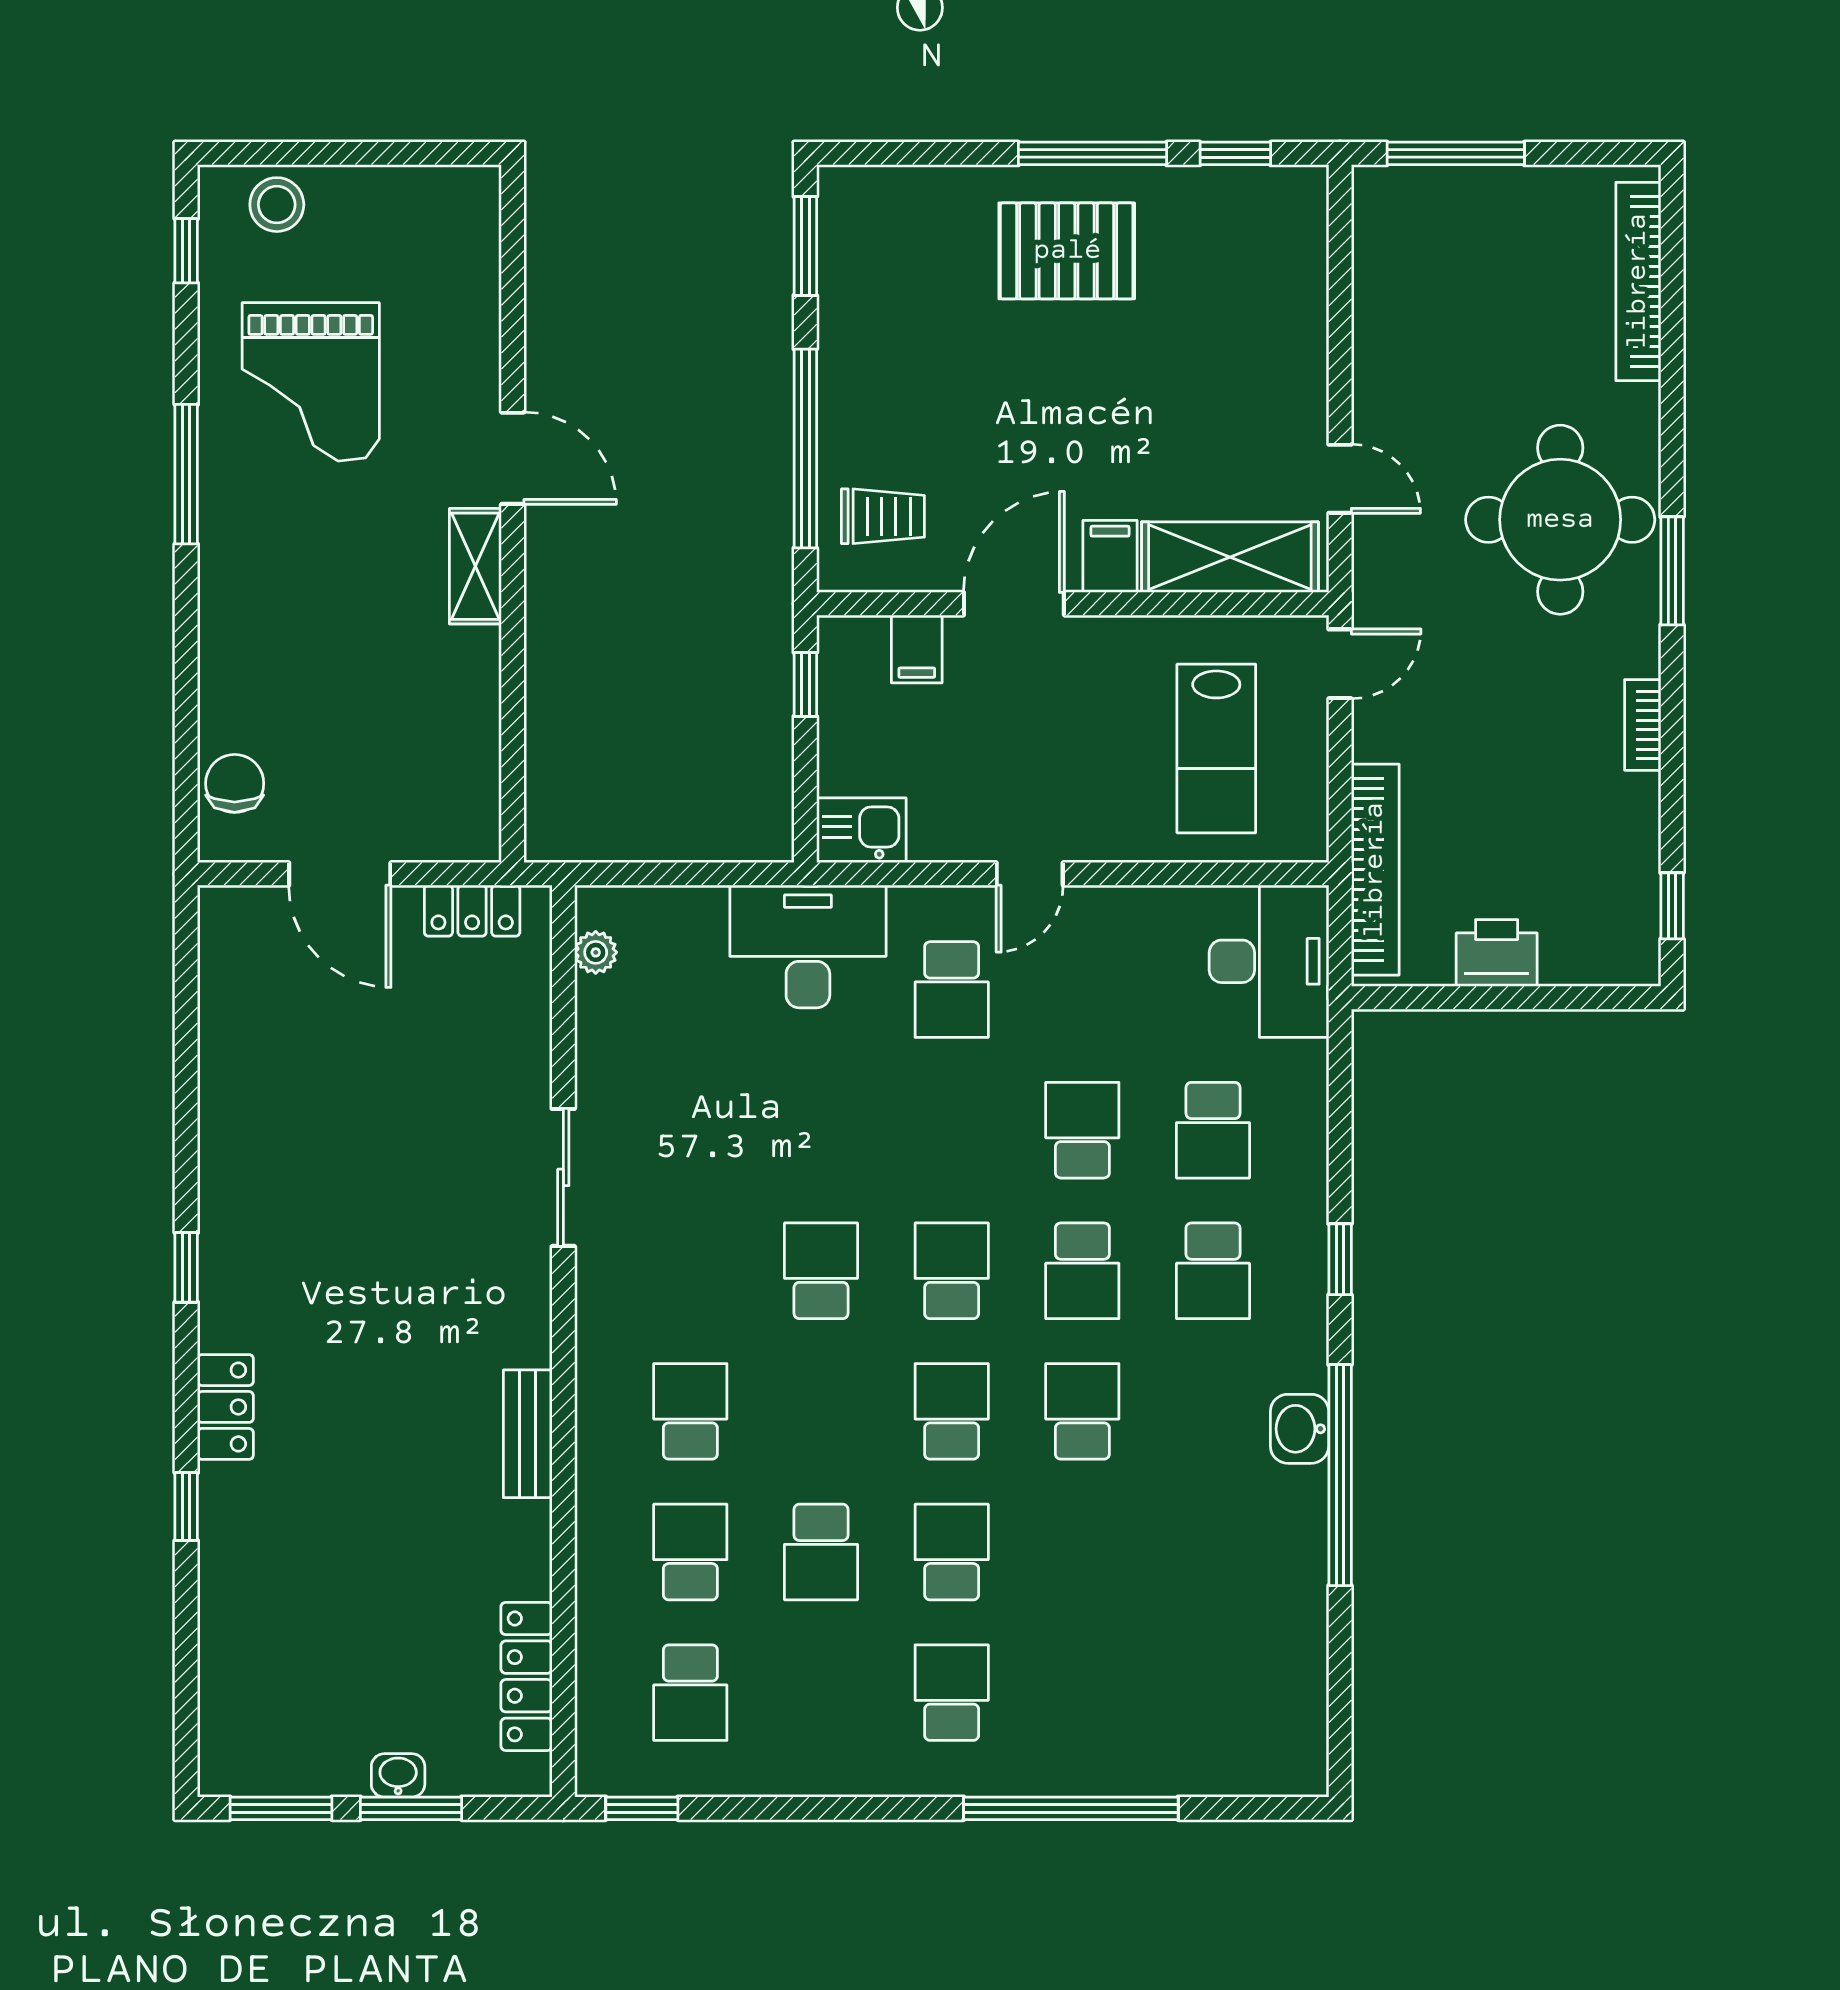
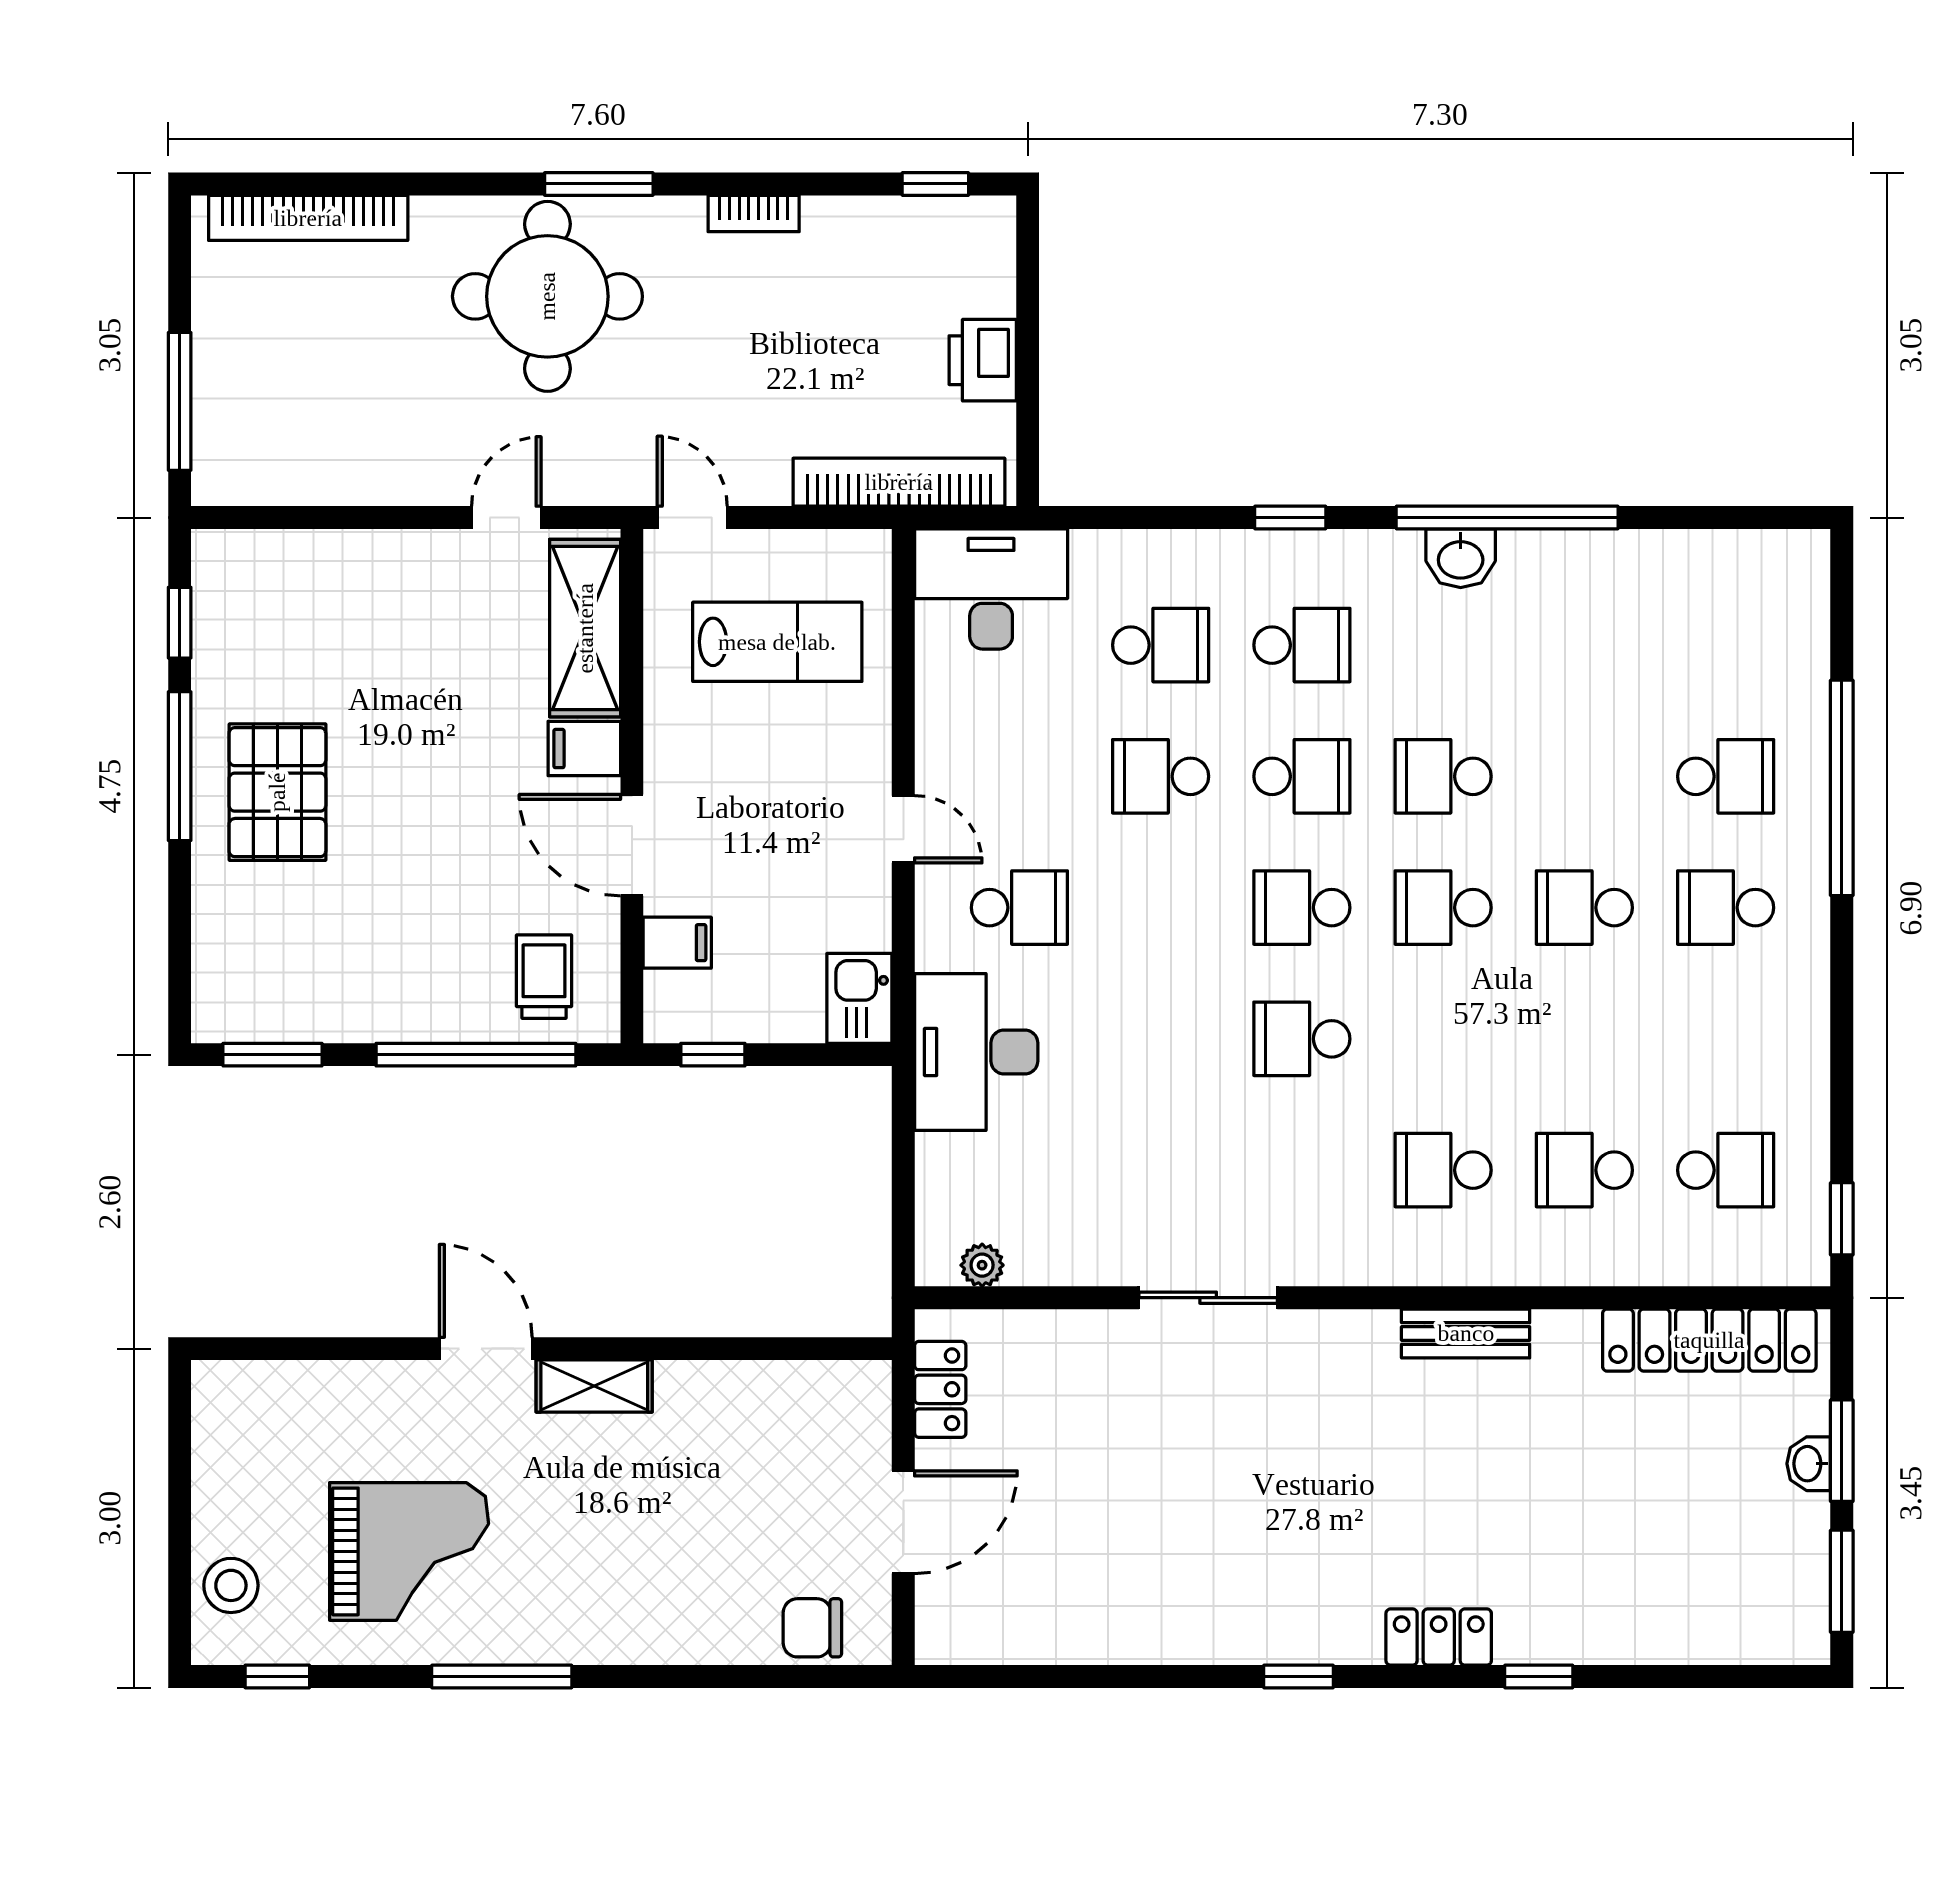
door: (513, 458) -> (486, 1349), hinge flipped
school desk: (821, 1552) -> (1726, 776), moved
locker: (526, 1676) -> (1709, 1340), width x1.41, depth x1.21

